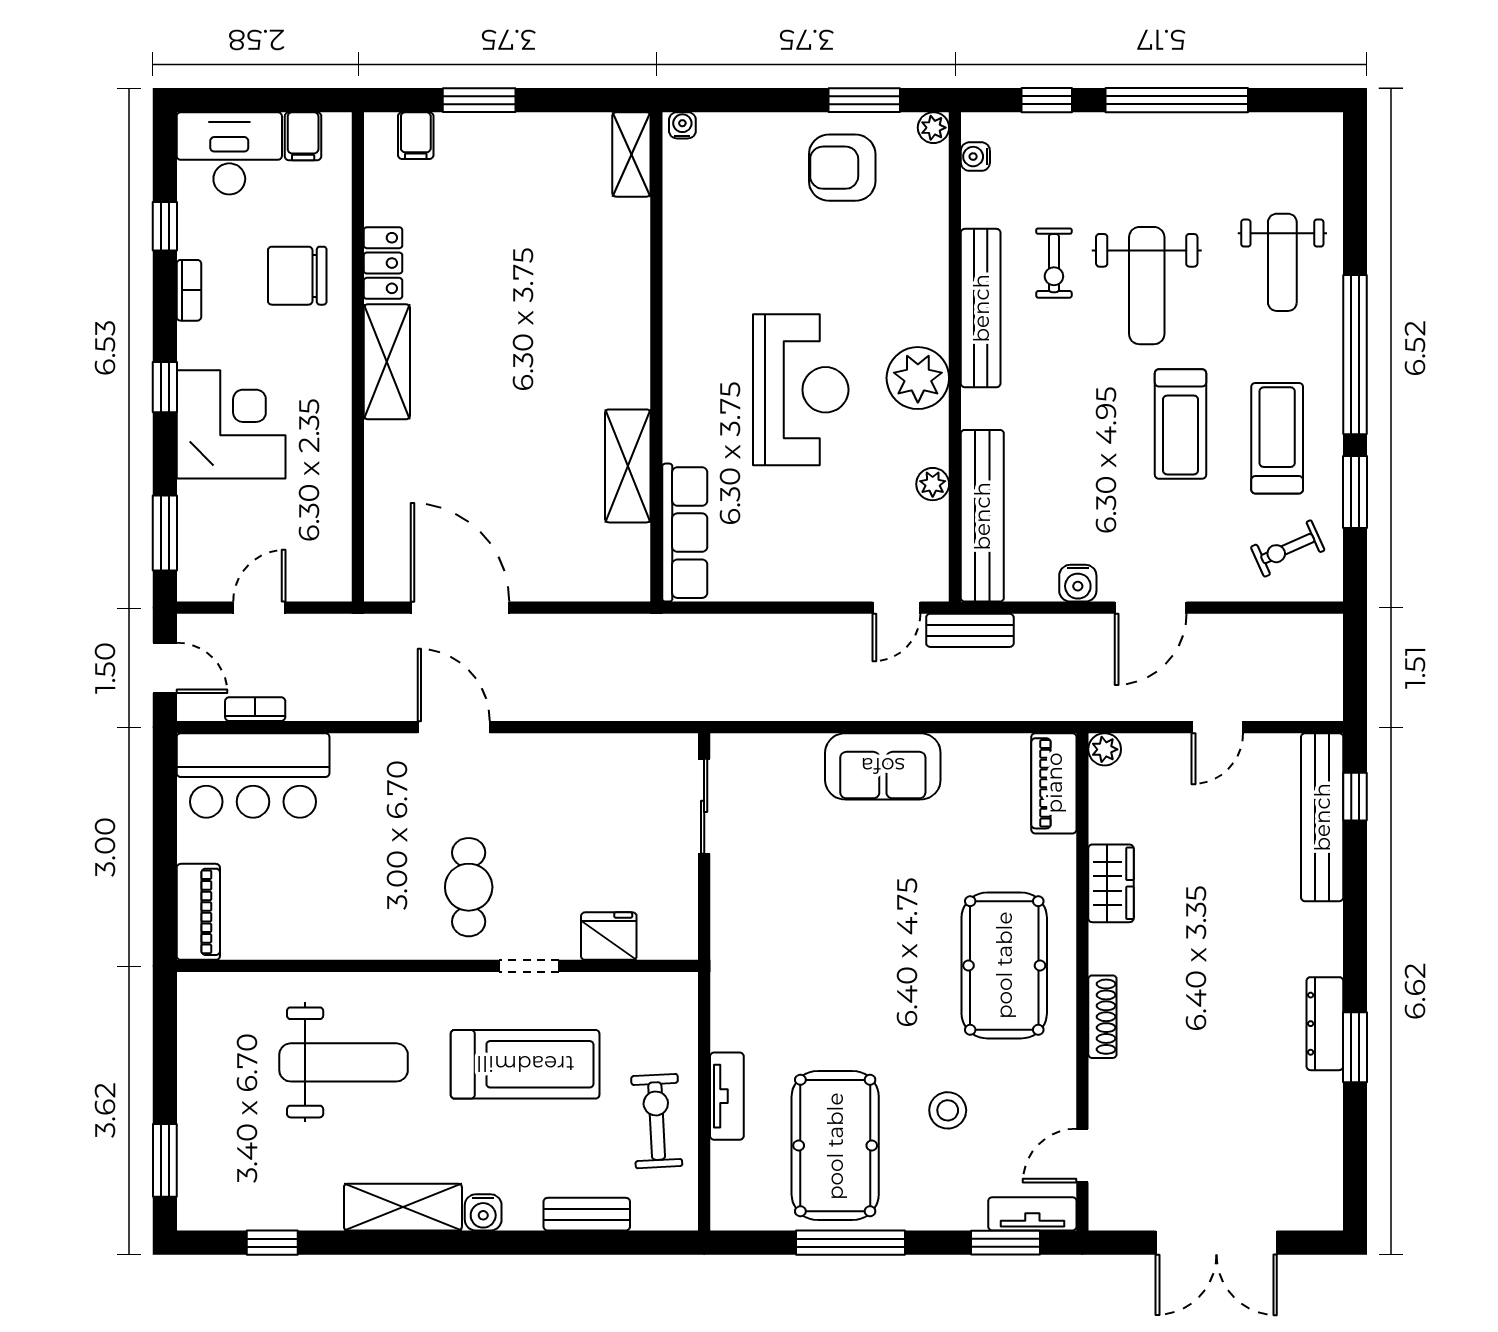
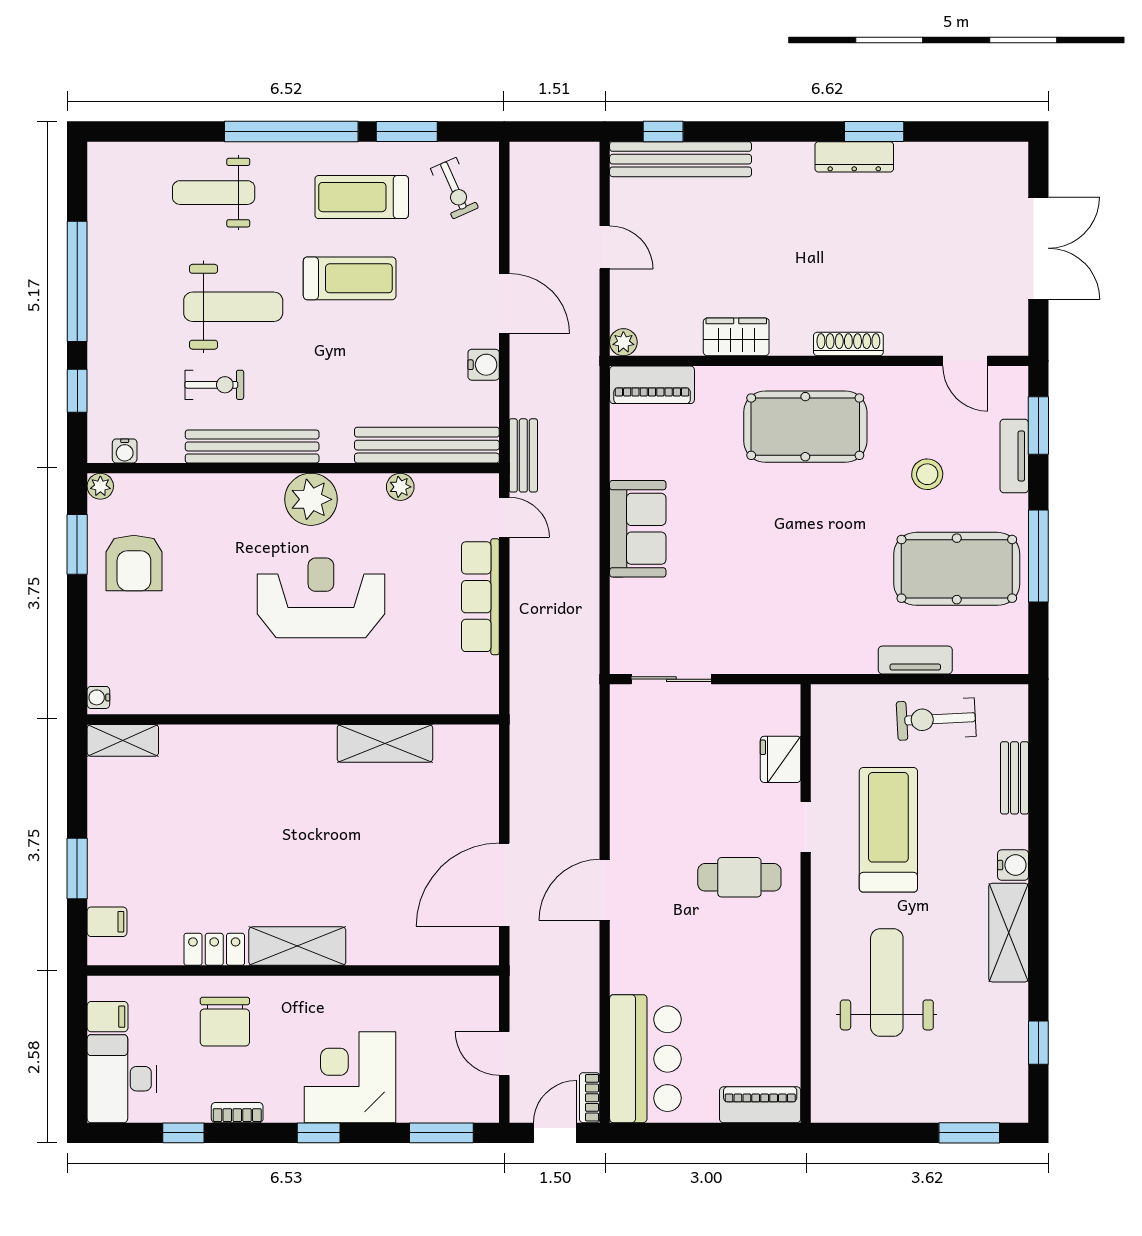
weight bench: (1282, 262) -> (214, 193), turned 180
row of seats: (685, 533) -> (480, 597), moved, turned -90
bookcase: (255, 709) -> (590, 1098), moved
tv unit: (1032, 1214) -> (1014, 456), moved

